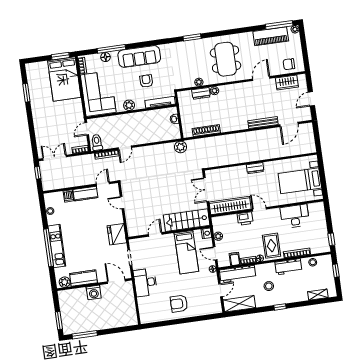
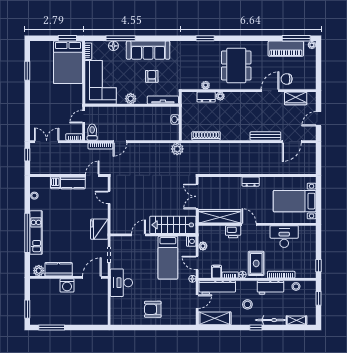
chair: (289, 64) -> (287, 79), moved
door: (116, 281) -> (92, 277), hinge flipped
bicycle: (293, 298) -> (270, 320), added

